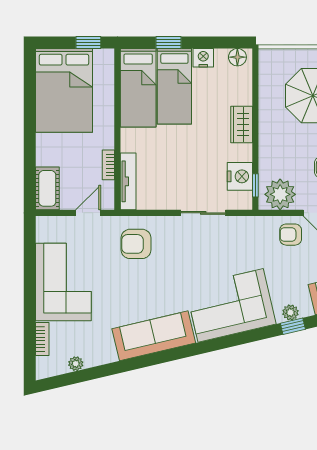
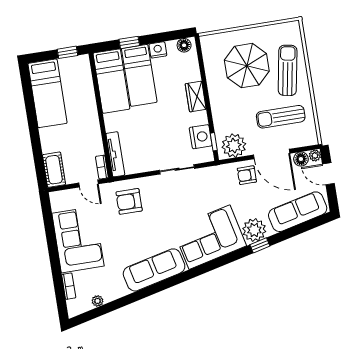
bed: (64, 90) -> (48, 93), width x0.67
bookcase: (108, 165) -> (102, 167), moved
door: (88, 213) -> (88, 183), swing flipped
plant: (290, 312) -> (254, 230), width x1.87, depth x1.87

